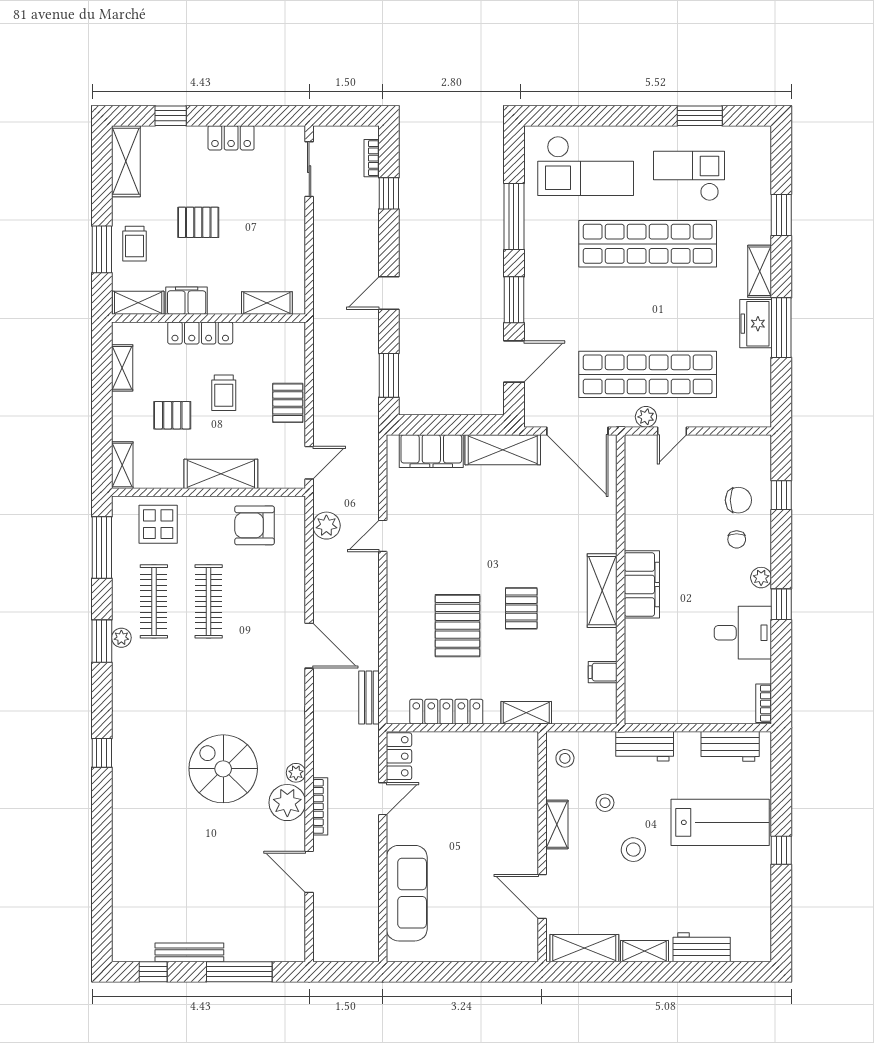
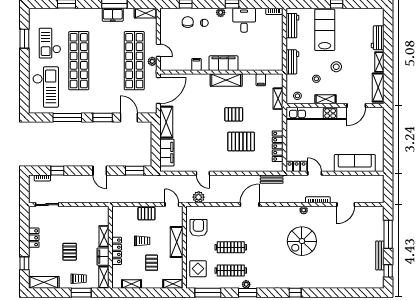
shelving: (760, 271) -> (146, 13), moved
shelving: (267, 303) -> (104, 236), moved
filing cabinet: (639, 521) -> (196, 64), added
armchair: (255, 525) -> (198, 228), turned 180
shelving: (526, 713) -> (278, 99), moved
kitchen unit: (524, 802) -> (316, 113), added
plant: (287, 803) -> (316, 214), removed

